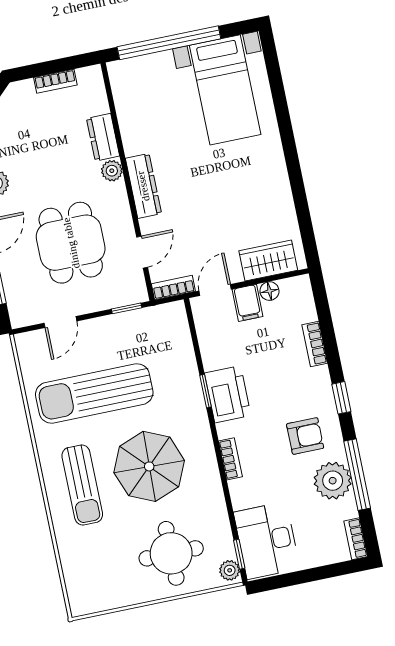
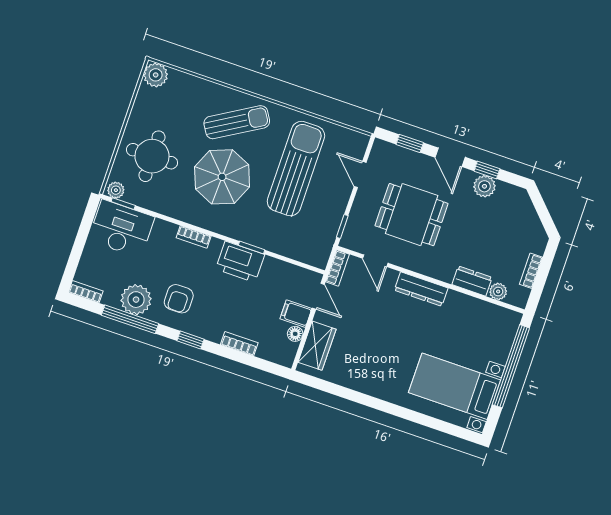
plant: (112, 171) -> (498, 292), moved
sun lounger: (82, 485) -> (237, 122), turned 149
plant: (83, 600) -> (156, 75), added

